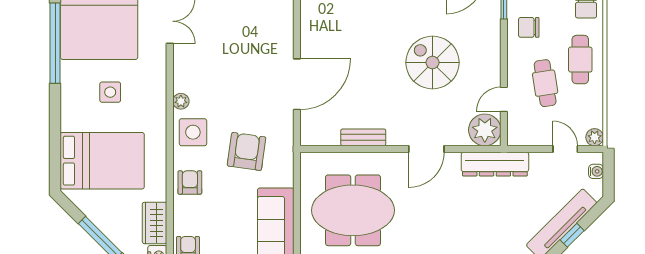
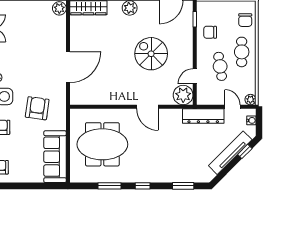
bench: (363, 137) -> (109, 100), removed
door: (426, 149) -> (147, 107), hinge flipped
dresser: (495, 164) -> (203, 116), moved
window: (572, 235) -> (245, 151), moved

